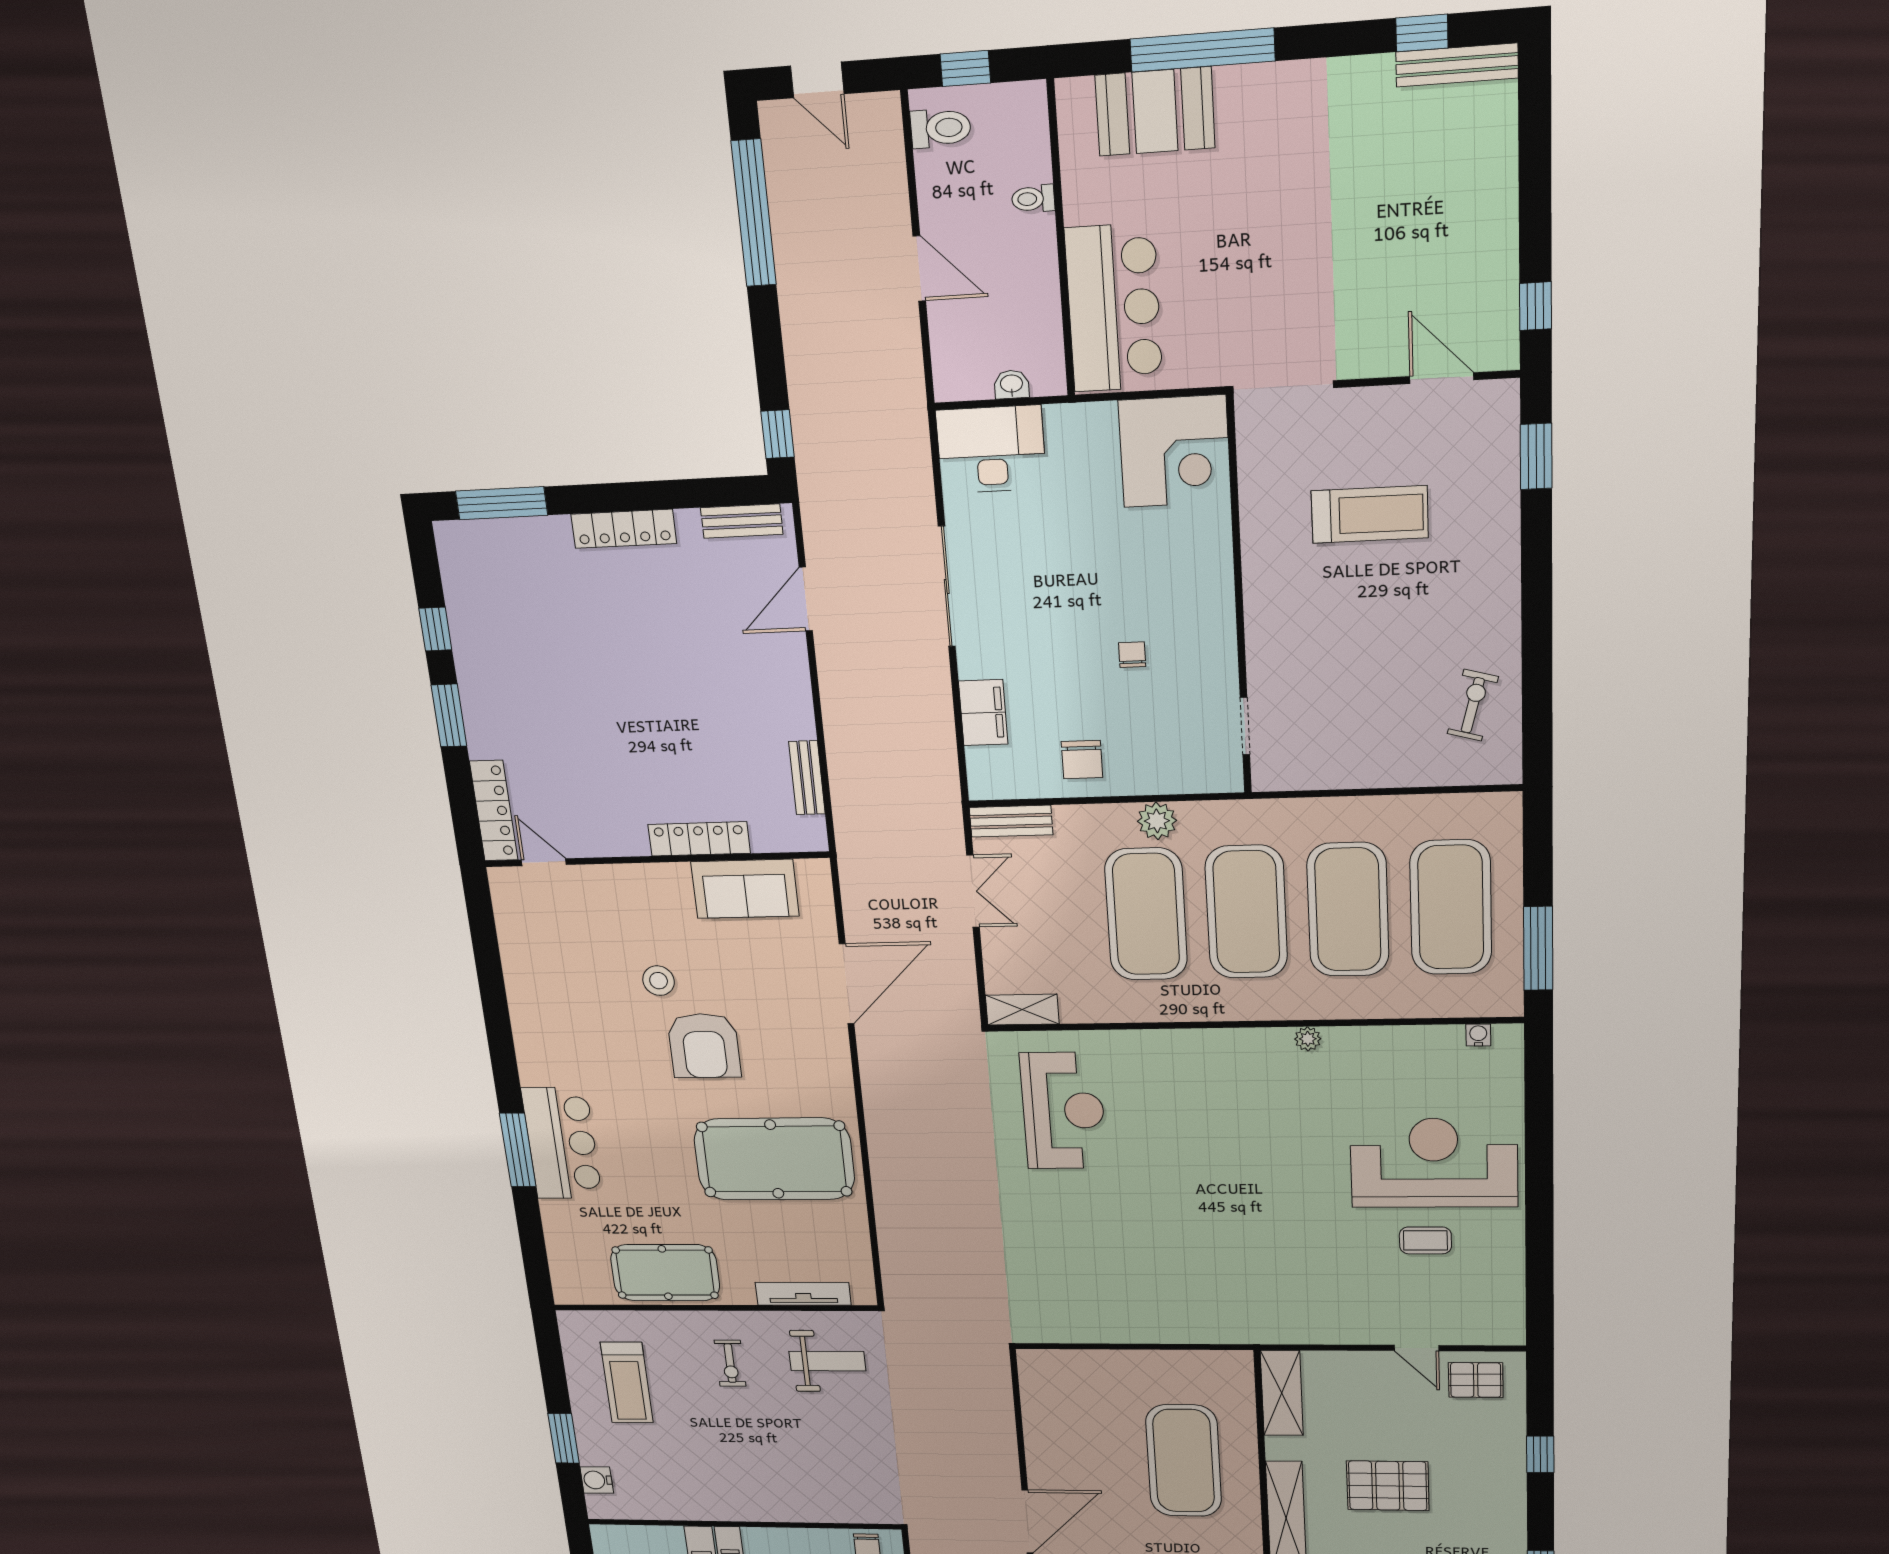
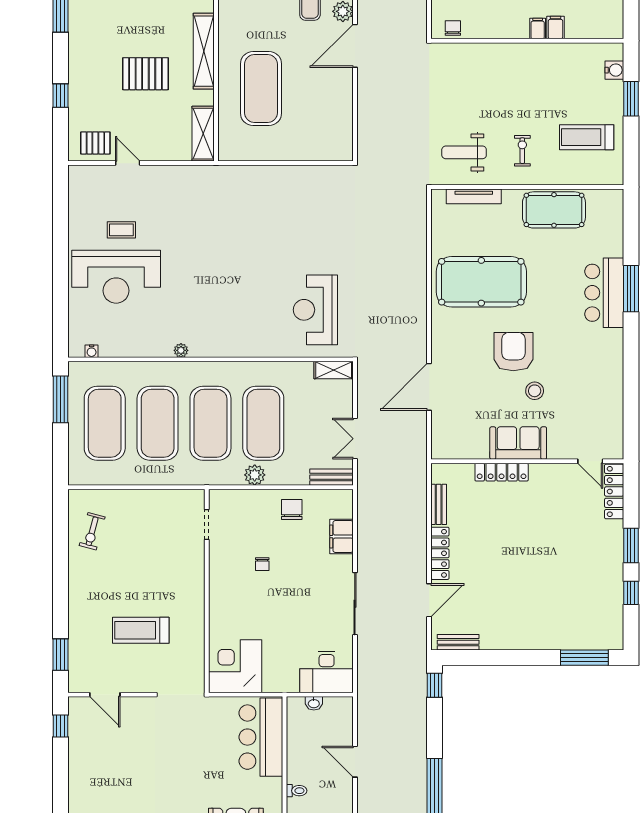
locker: (624, 529) -> (440, 553), moved, turned 90
sofa: (745, 889) -> (518, 443), moved
treadmill: (627, 1383) -> (587, 137), turned -90

